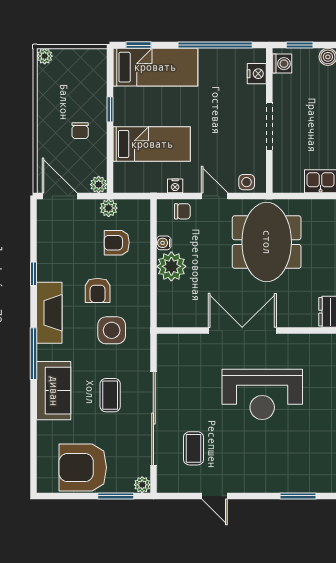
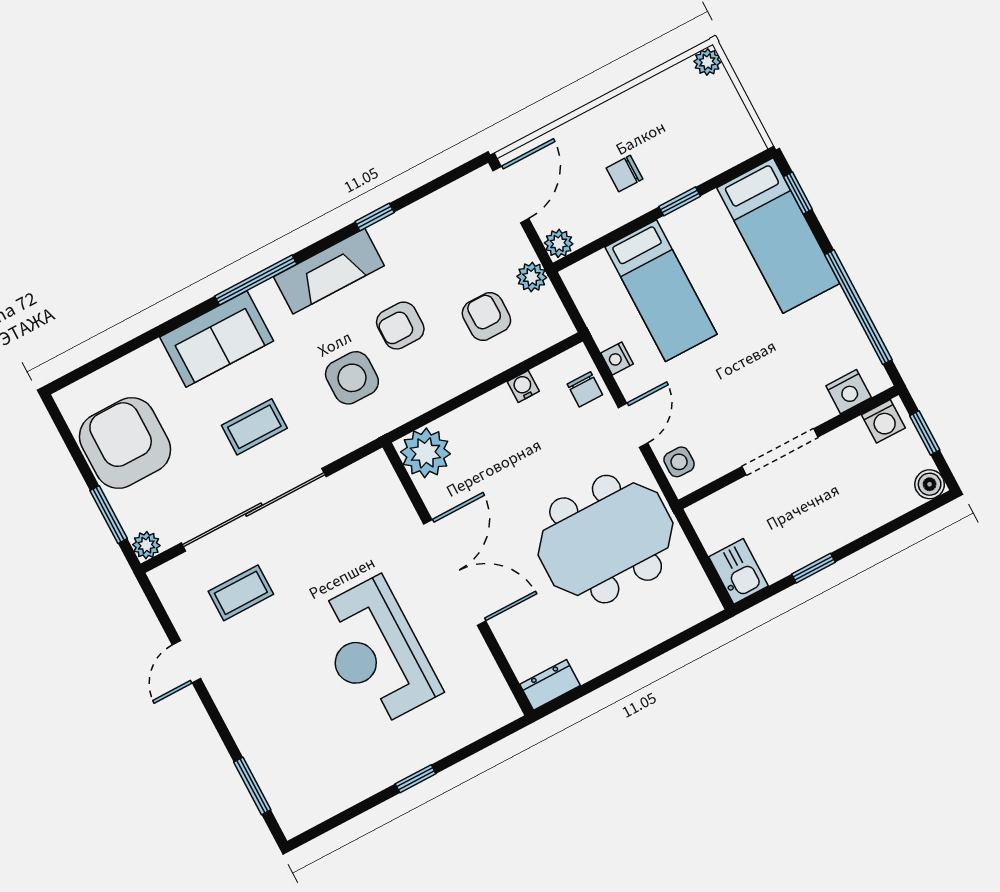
plant: (171, 266) -> (425, 453), moved

